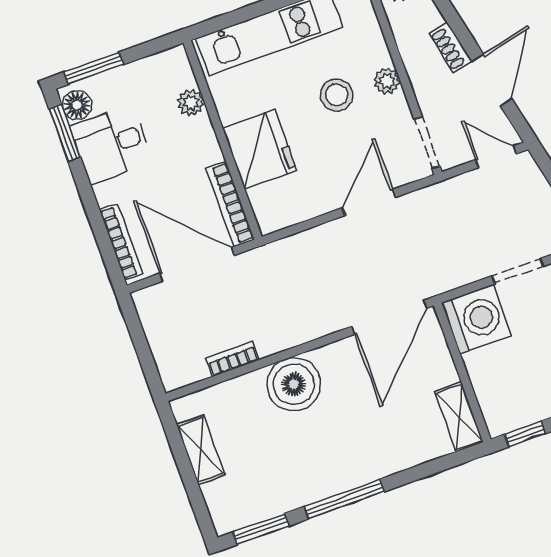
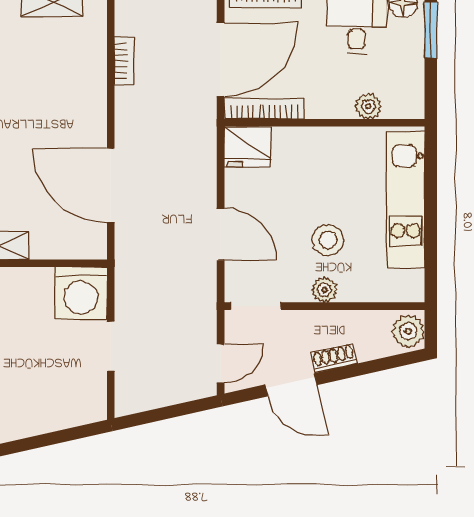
fridge: (260, 149) -> (247, 146), moved, width x0.73, depth x0.75
door: (389, 317) -> (111, 185), moved
boiler: (294, 384) -> (81, 108), removed

